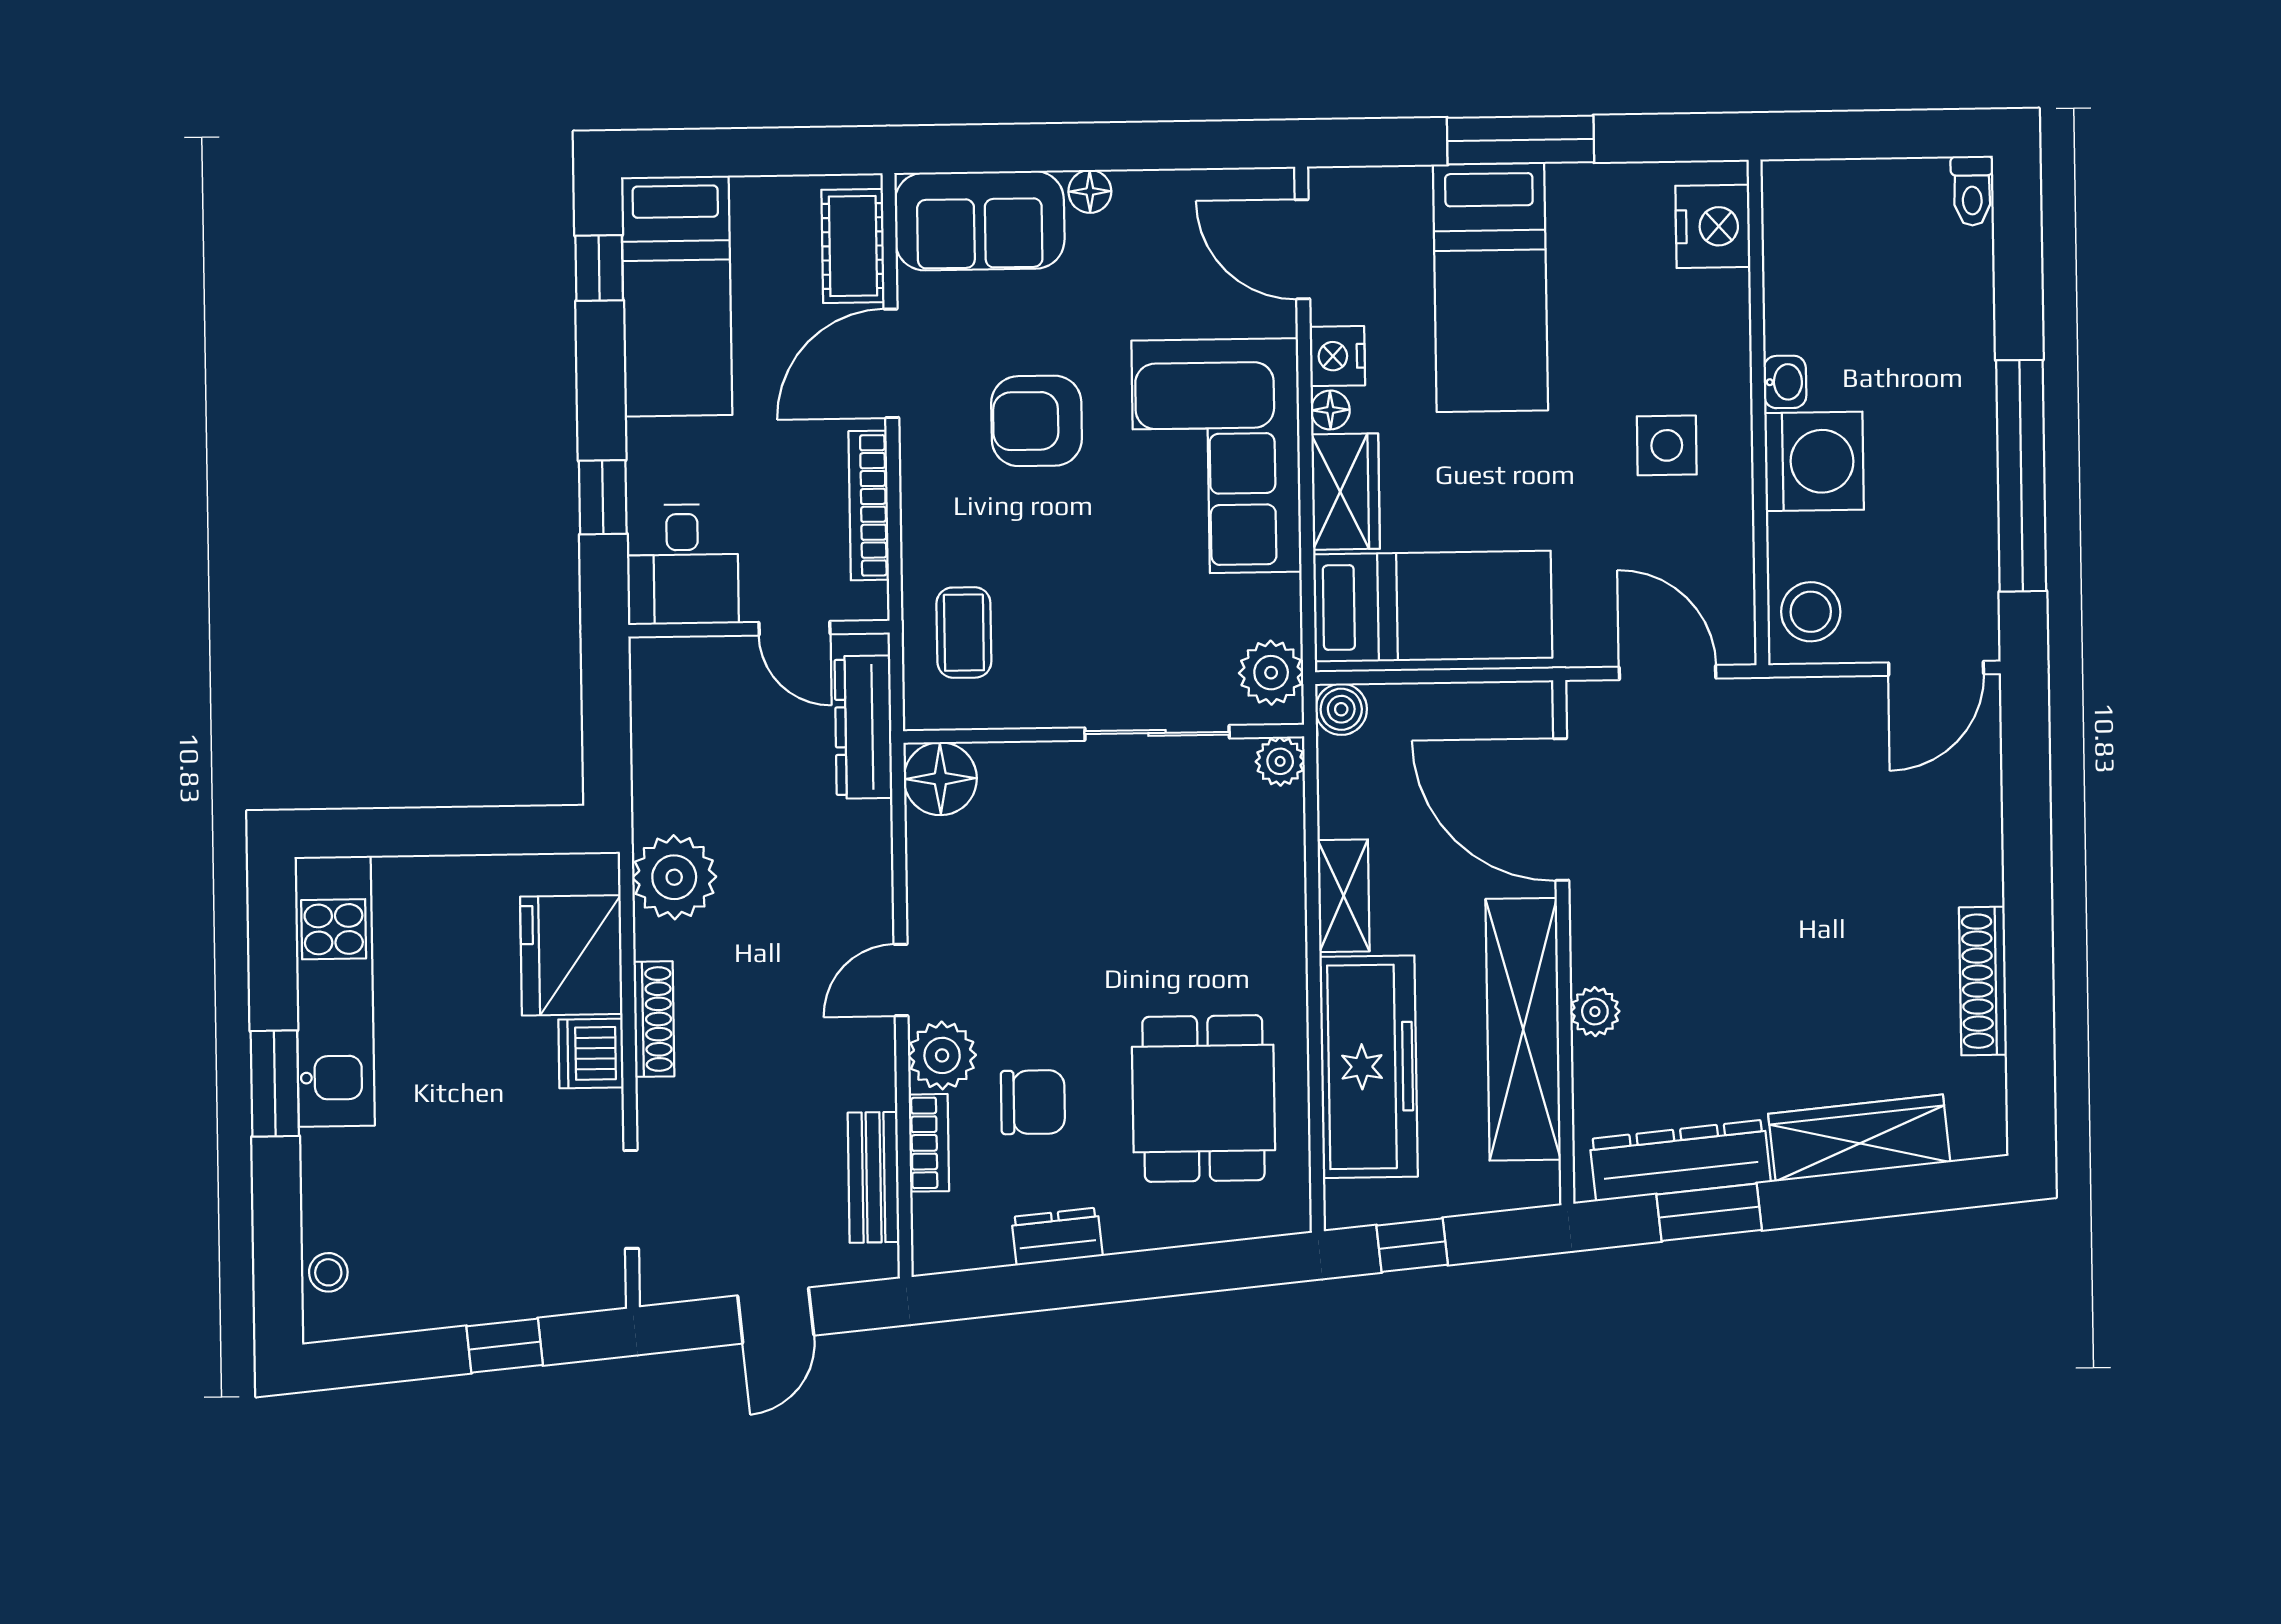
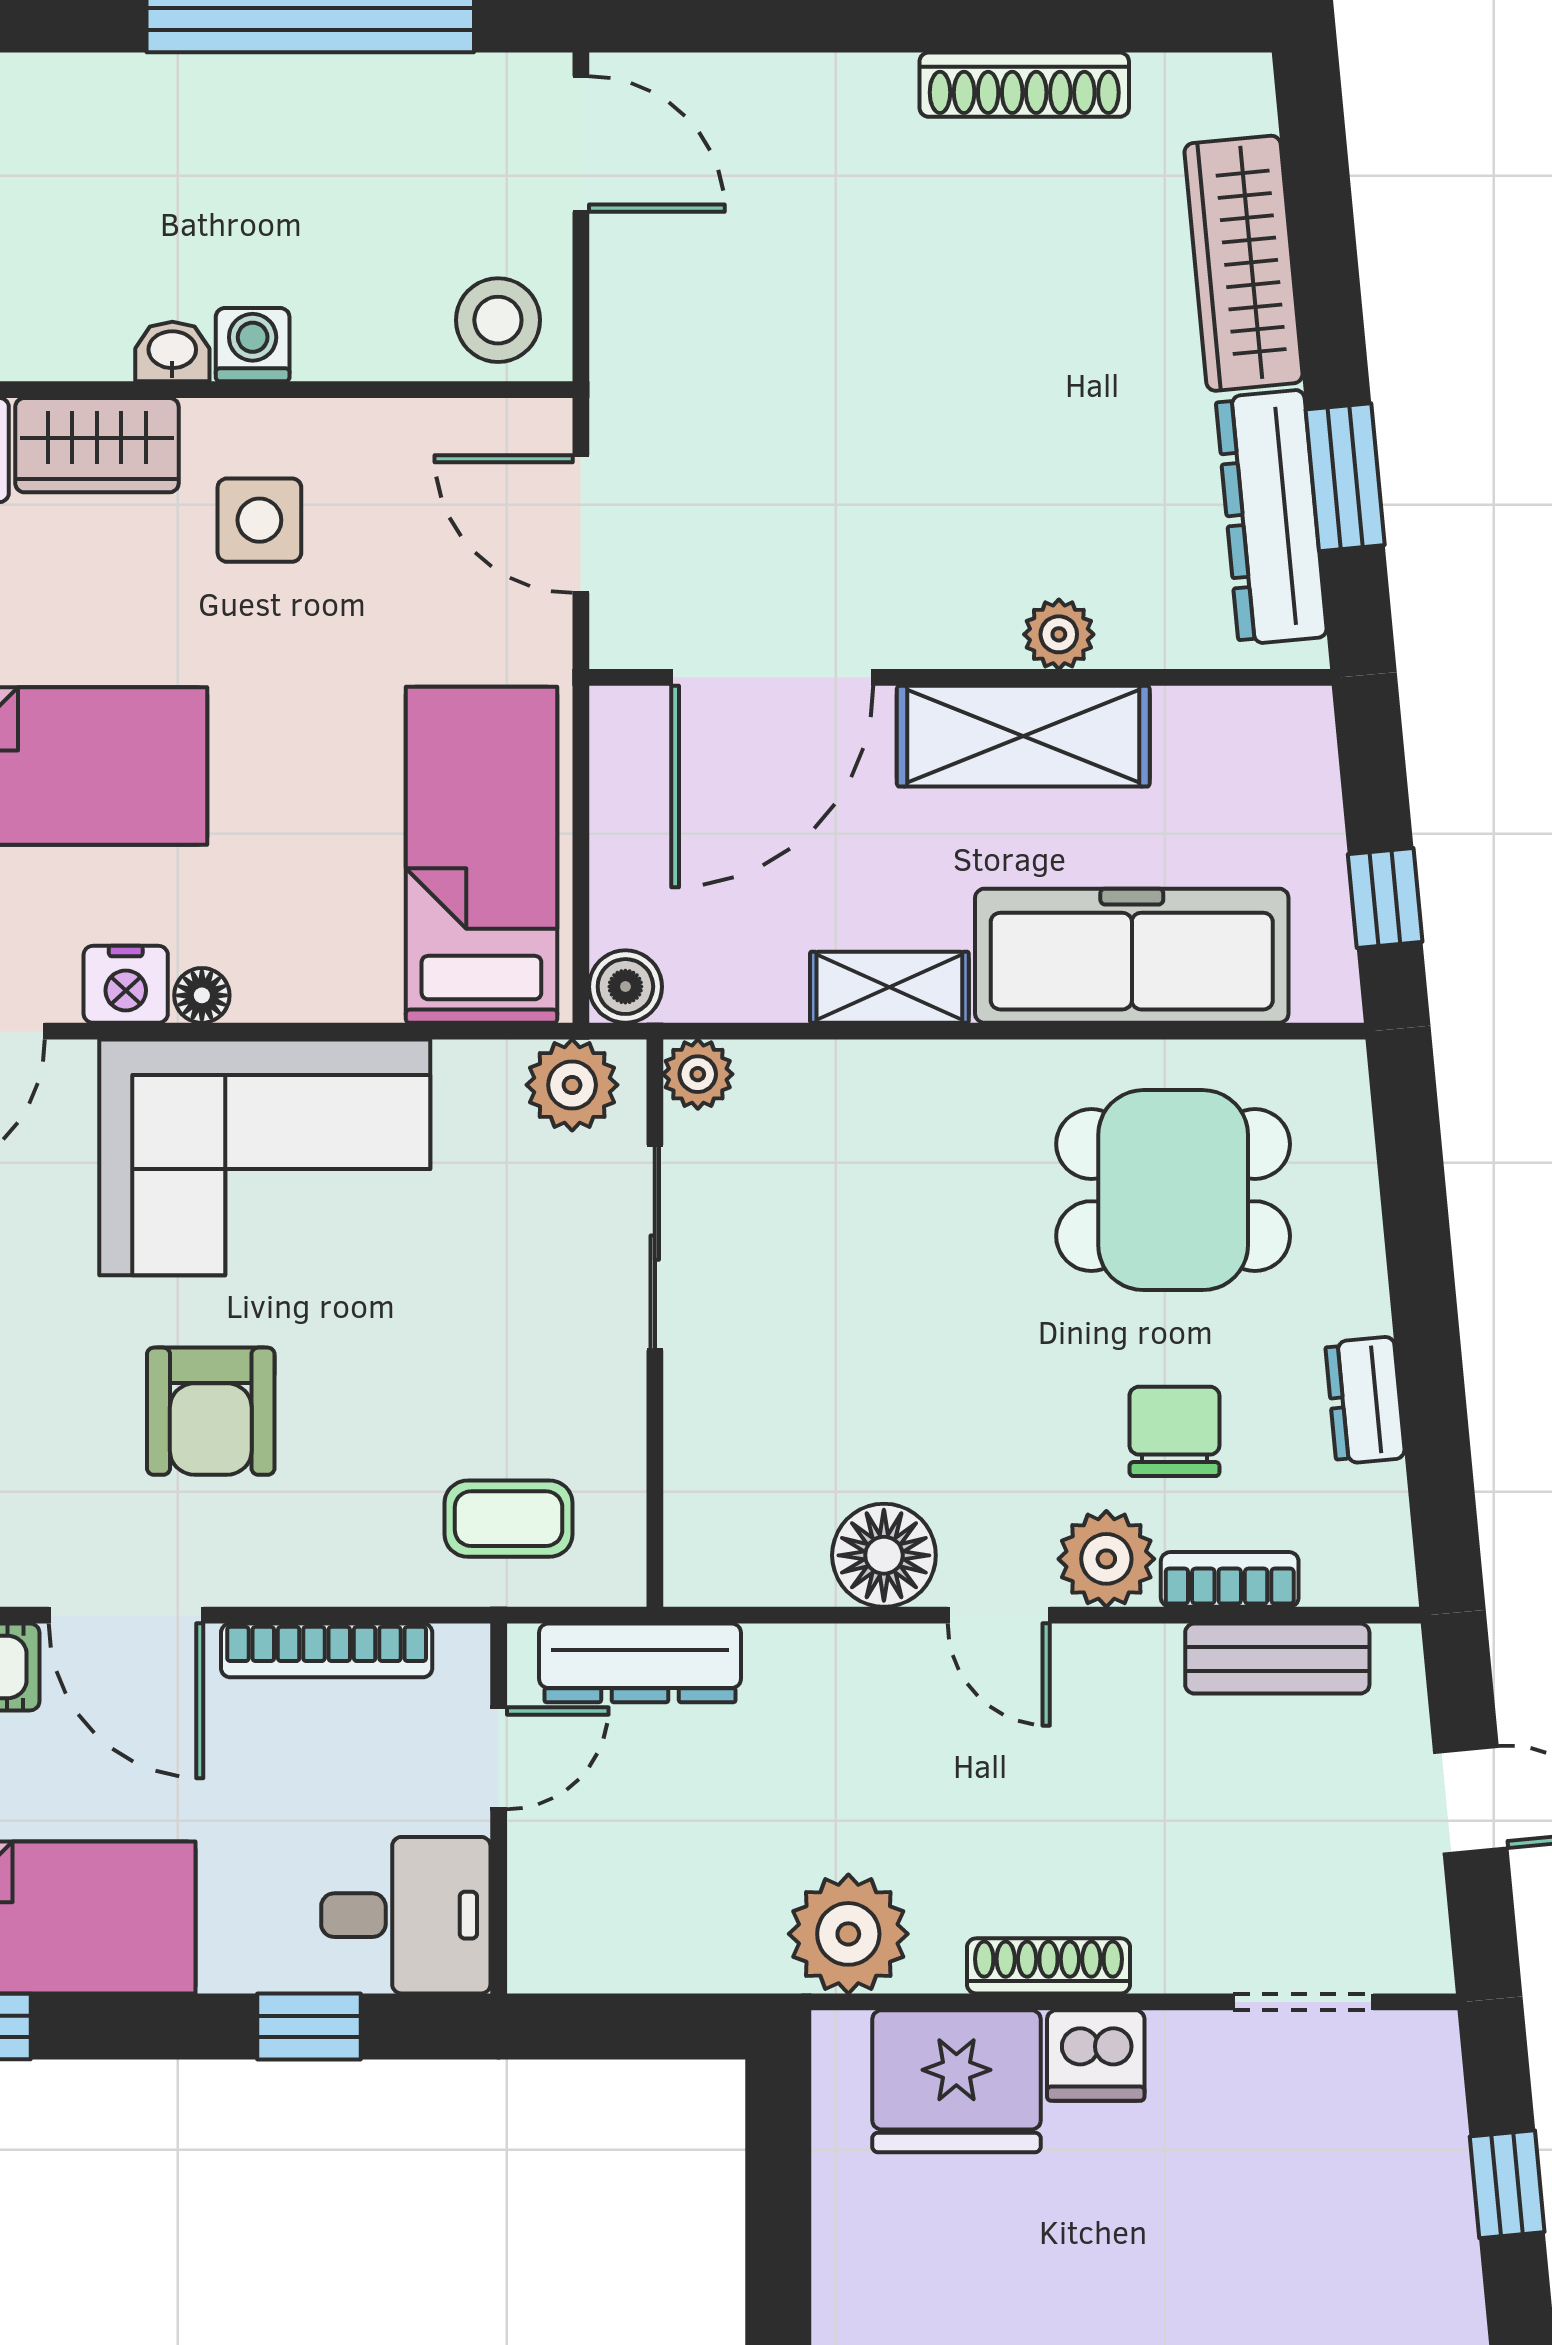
washing machine: (1814, 461) -> (253, 345), width x0.53, depth x0.53
wardrobe: (1346, 492) -> (97, 445), moved, turned 180
door: (1668, 673) -> (581, 524), hinge flipped
floor lamp: (940, 779) -> (884, 1555), moved
shelving: (1523, 1029) -> (1023, 736), width x0.68

